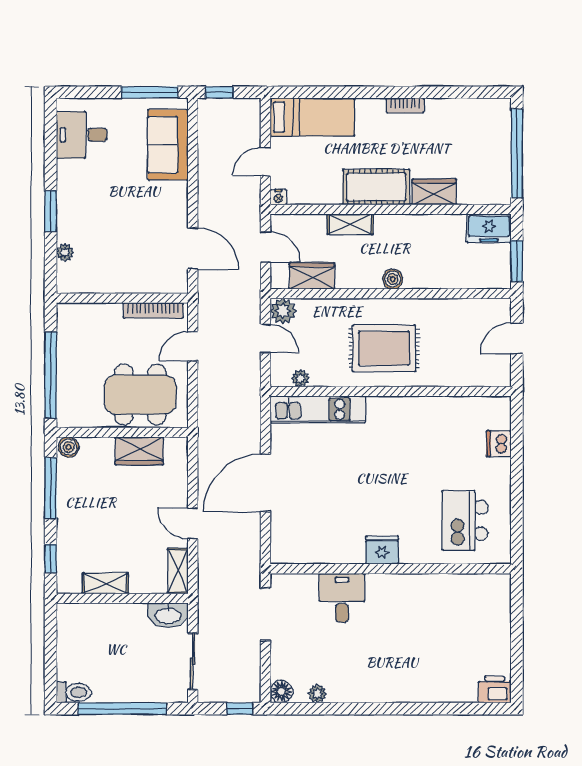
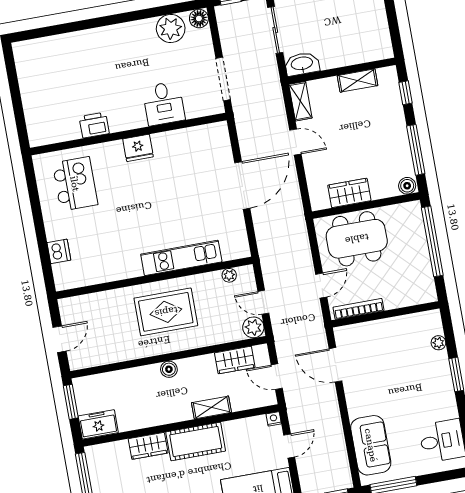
kitchen unit: (318, 409) -> (181, 258), moved
printer: (495, 689) -> (94, 125), moved, turned 180
plant: (317, 694) -> (171, 28), width x1.87, depth x1.87

